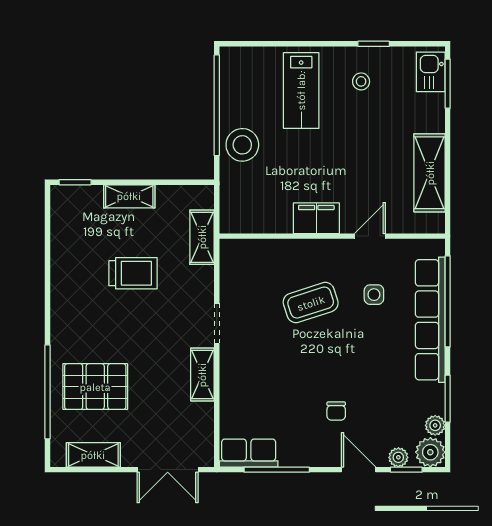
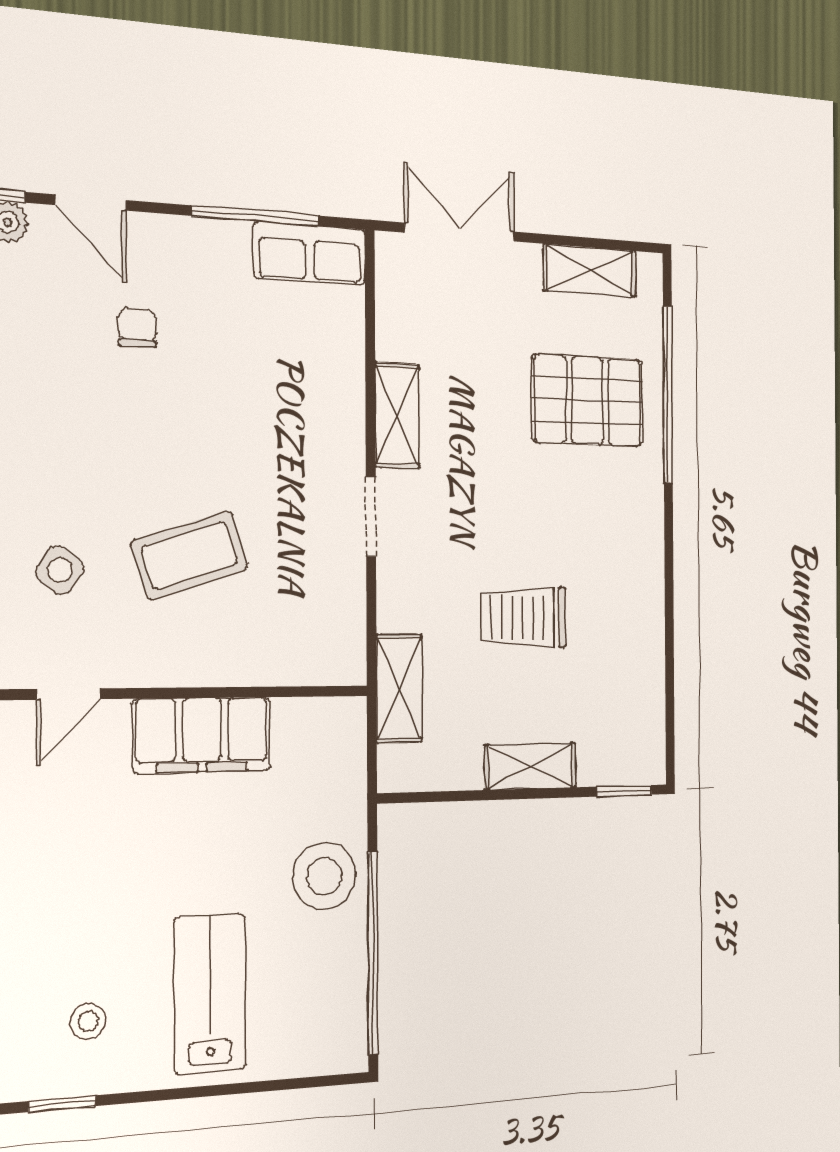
filing cabinet: (316, 218) -> (202, 735), width x1.50, depth x1.17
side table: (374, 295) -> (60, 570), turned 36

